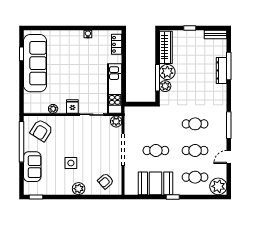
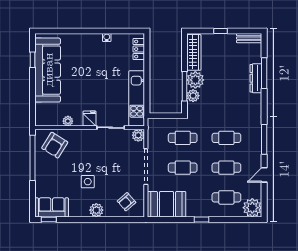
cafe table: (156, 124) -> (183, 138), added
sofa: (32, 167) -> (52, 207), moved, turned -90
booth: (156, 183) -> (167, 204), moved

